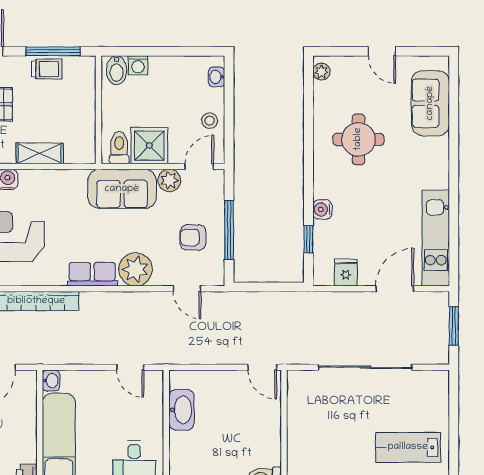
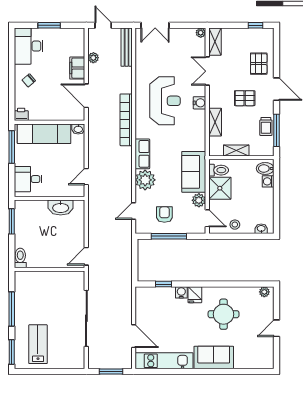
sofa: (430, 103) -> (214, 358), moved
shelving: (87, 118) -> (236, 150), added
fridge: (346, 273) -> (195, 295), moved, turned 90

